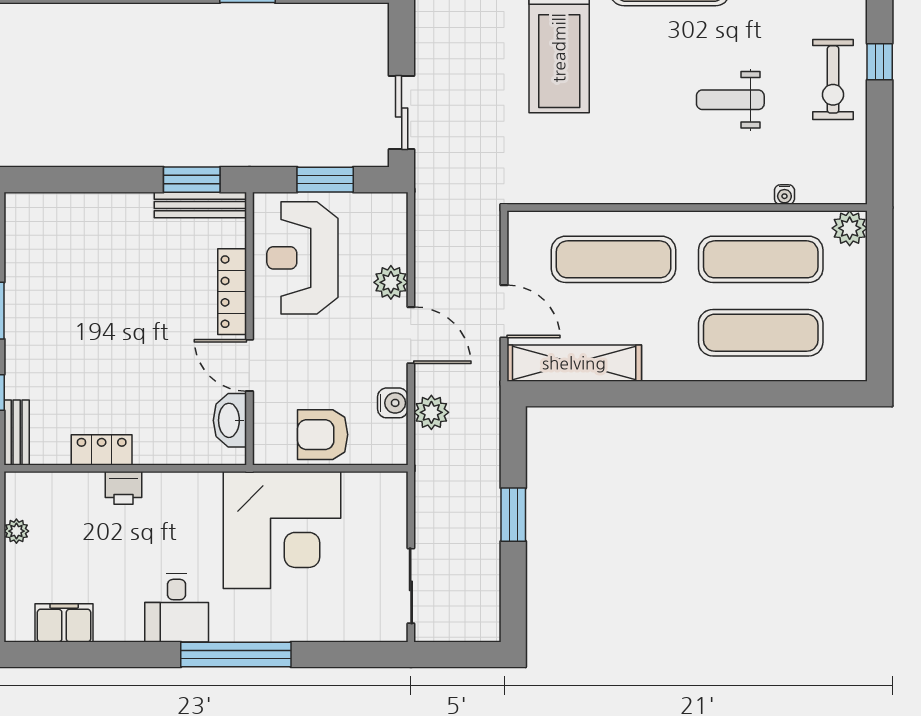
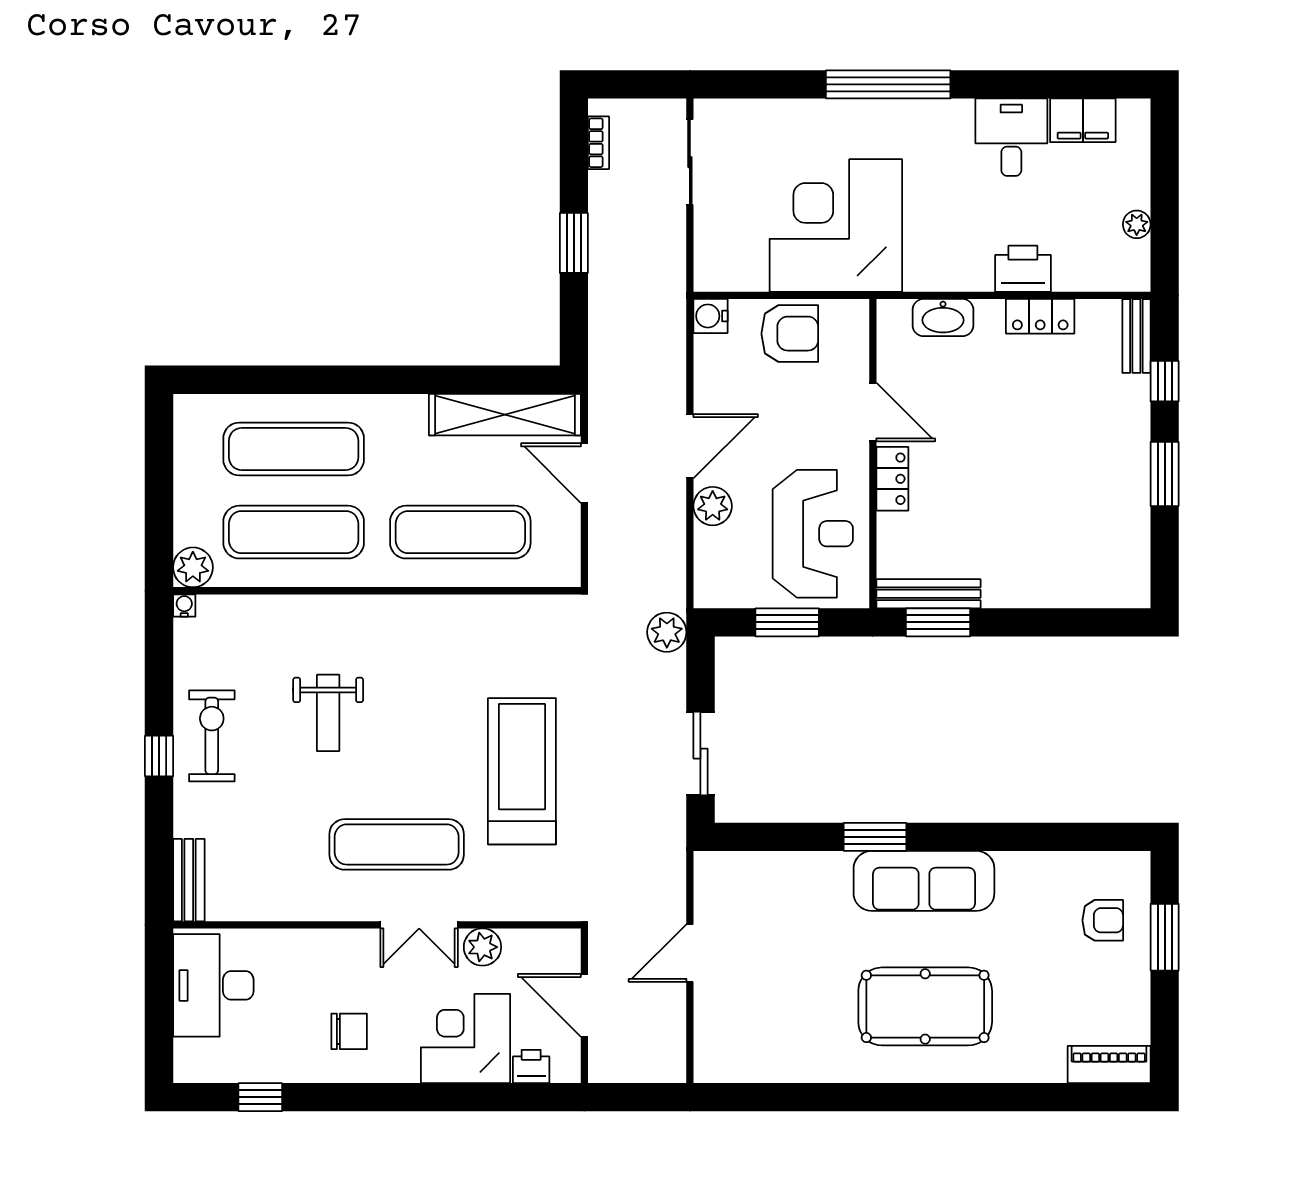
weight bench: (730, 100) -> (328, 713), turned 90
sliding door: (402, 112) -> (700, 754), moved
water cooler: (784, 195) -> (184, 605), moved
locker: (232, 292) -> (892, 479), width x0.66
door: (411, 335) -> (690, 446), swing flipped
water cooler: (393, 403) -> (710, 316), moved
plant: (431, 412) -> (667, 632), moved
washbasin: (230, 420) -> (943, 318), moved, turned 90
printer: (123, 488) -> (1023, 269), width x1.36, depth x1.24
bookcase: (492, 603) -> (598, 143), added
desk: (177, 608) -> (1011, 137), moved

